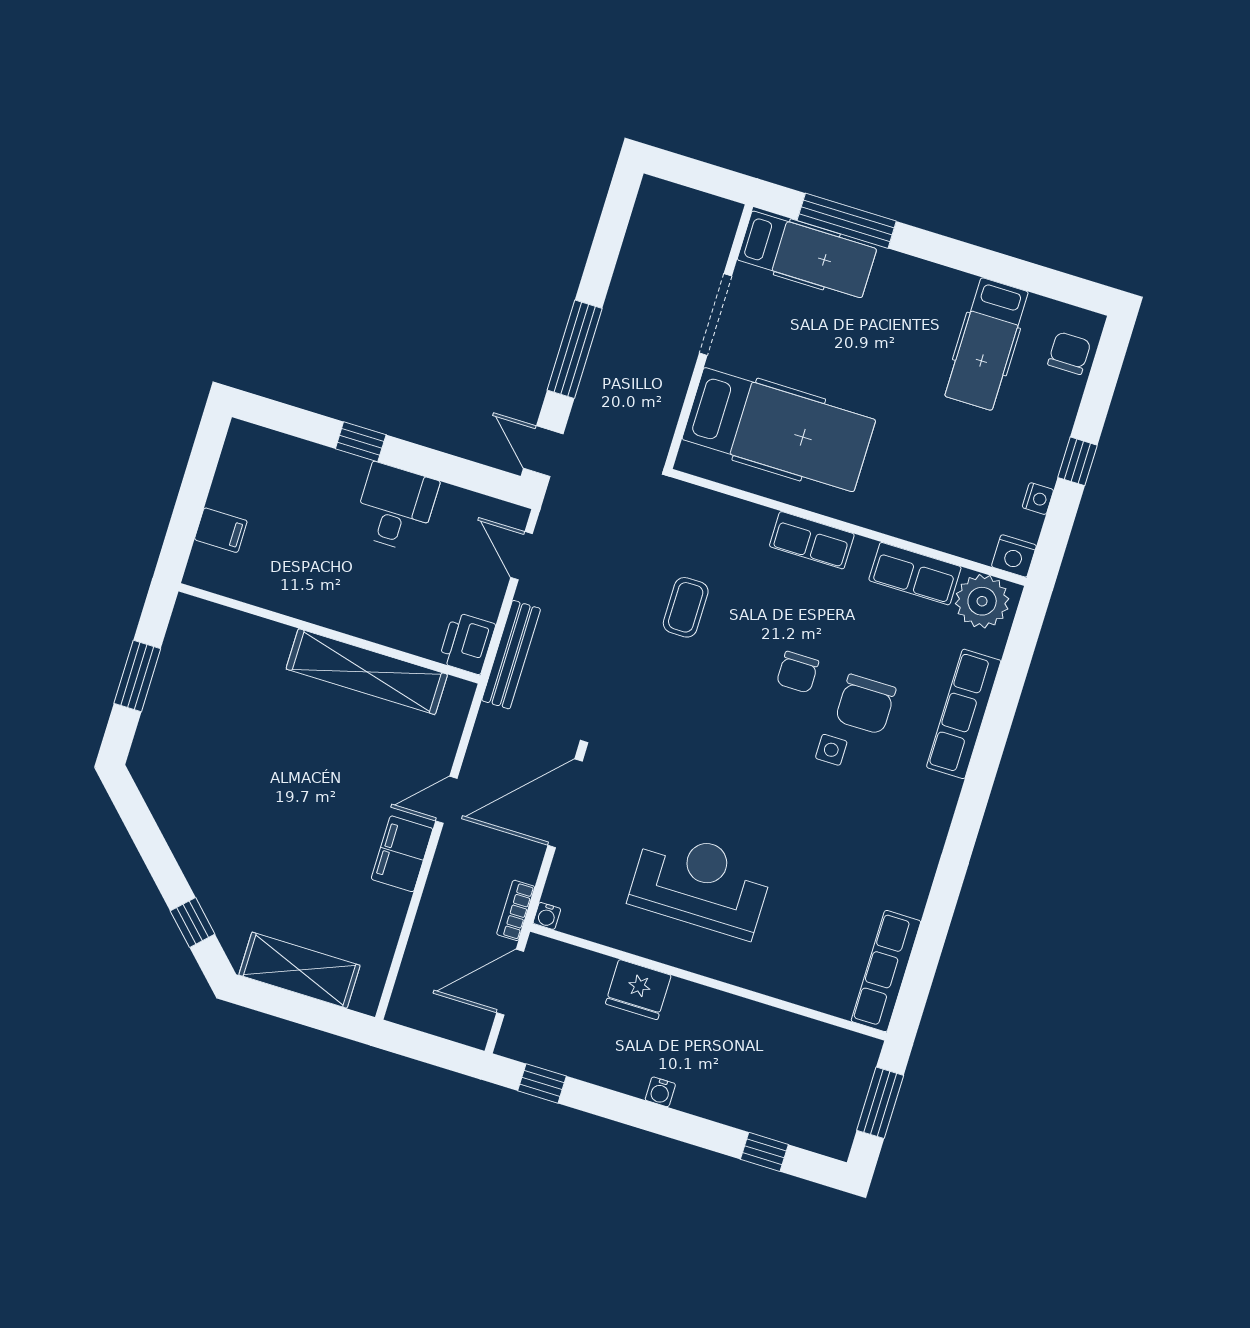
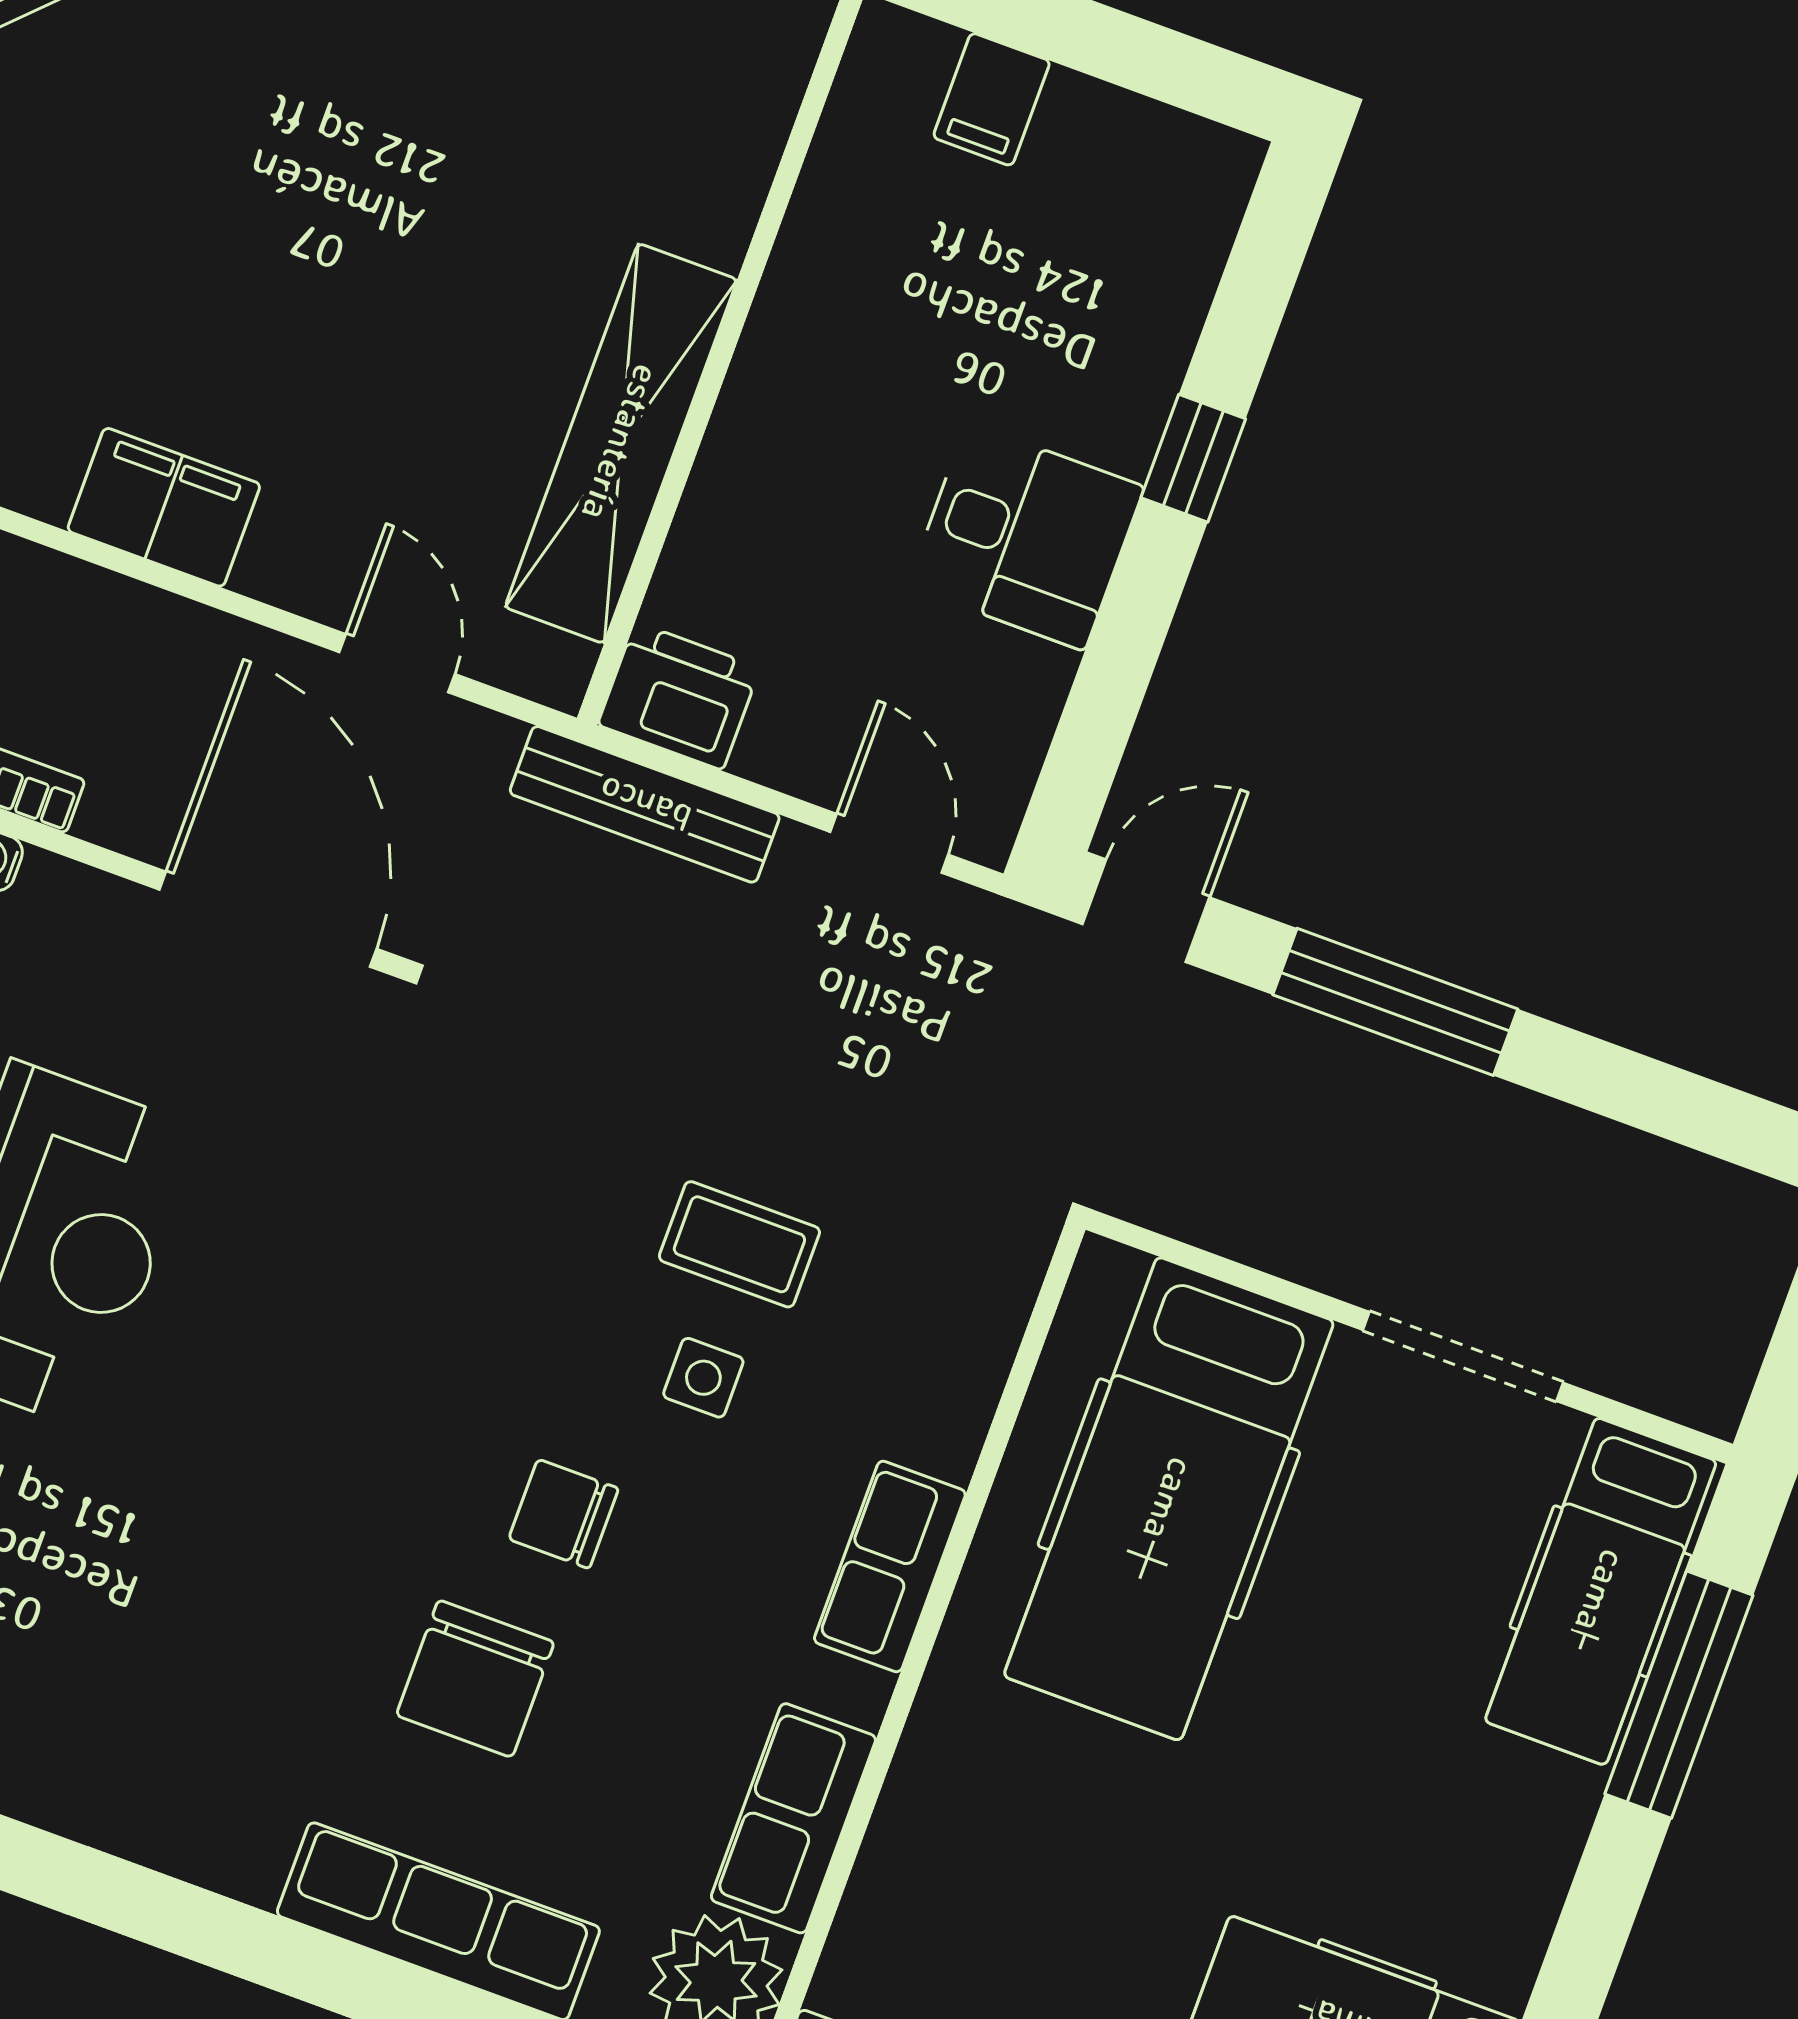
door: (522, 556) -> (889, 843), hinge flipped
chair: (866, 704) -> (475, 1679), turned -90
side table: (831, 750) -> (703, 1378), moved
door: (446, 800) -> (397, 663), moved

